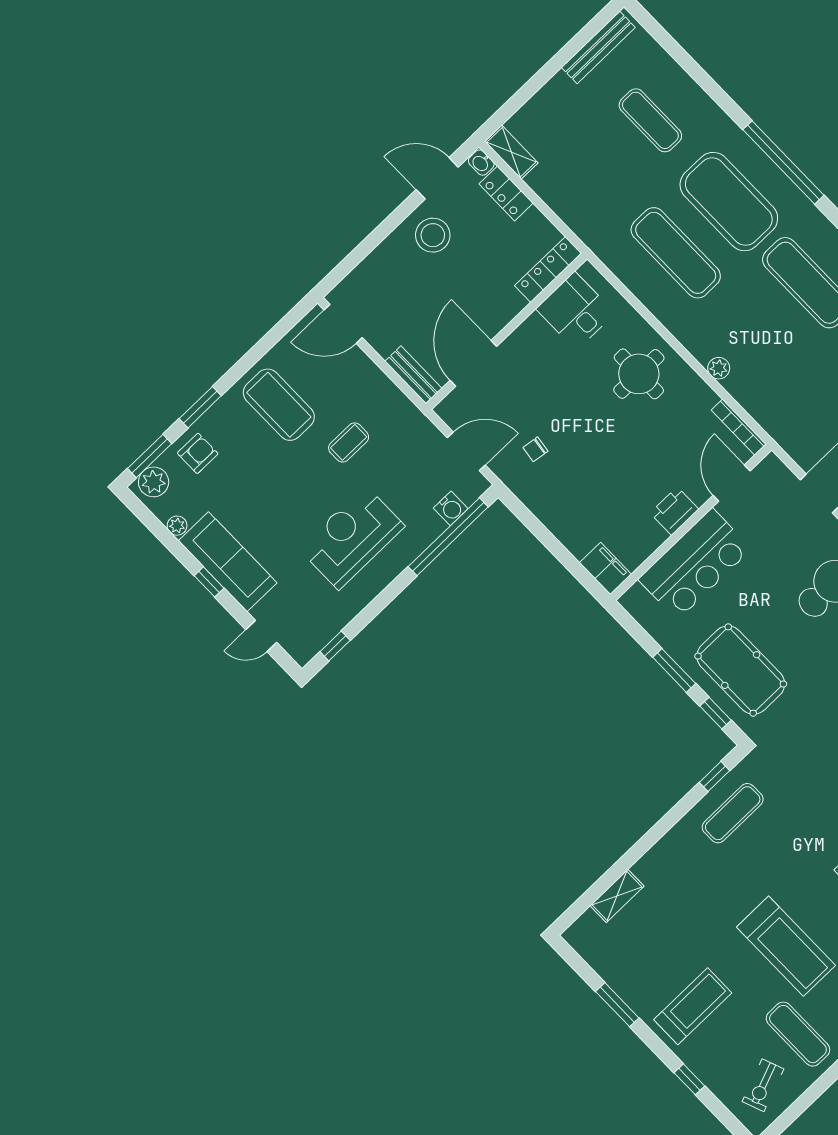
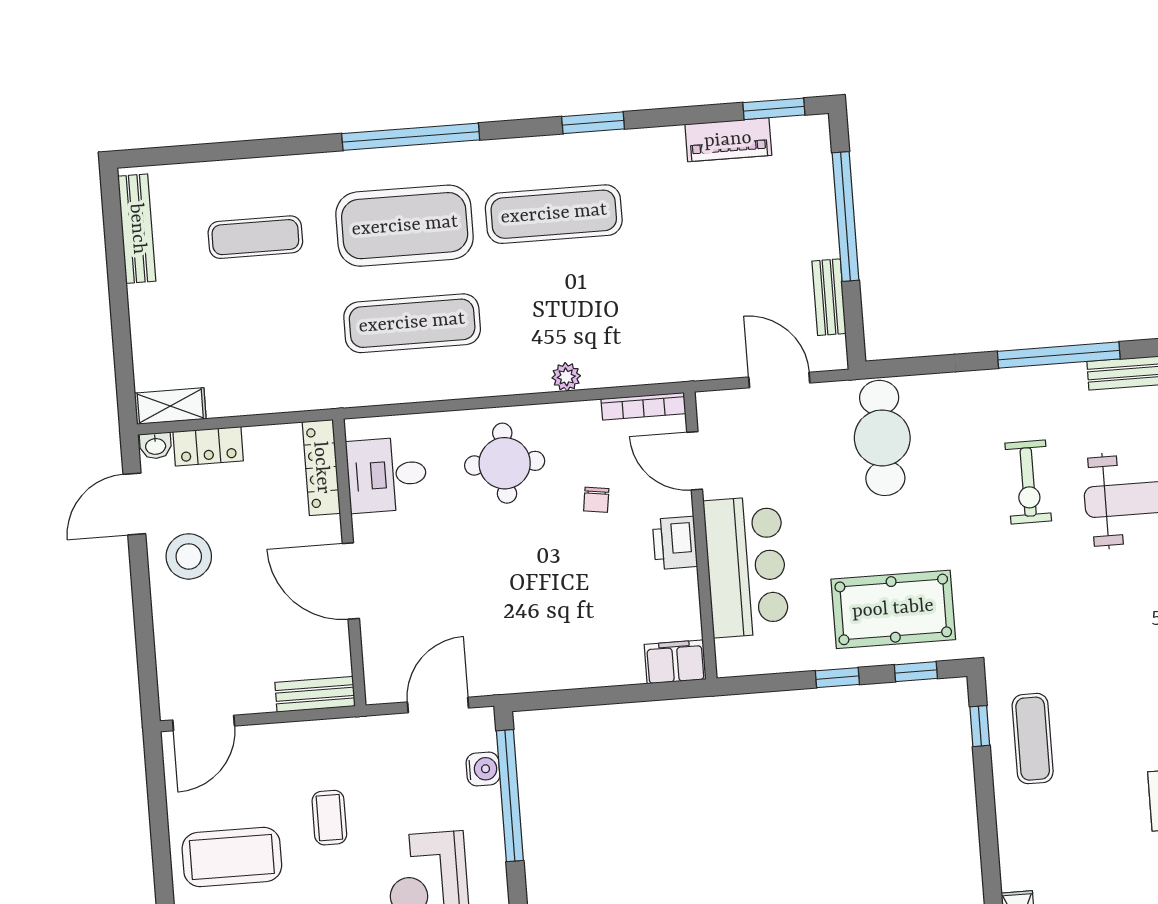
door: (473, 363) -> (351, 581), moved
chair: (535, 449) -> (596, 500), moved
window: (674, 670) -> (837, 678), width x0.67

